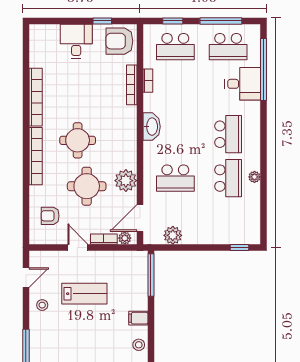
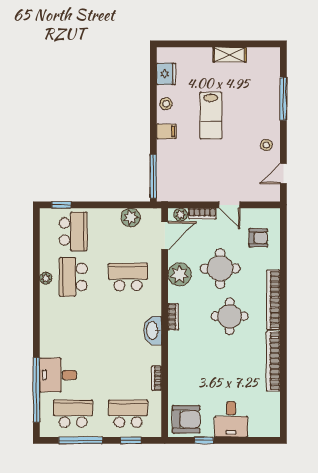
bookcase: (132, 85) -> (173, 317), moved, width x0.64
school desk: (228, 134) -> (73, 231), moved, turned 180
lab bench: (84, 294) -> (211, 116), moved, turned -90

